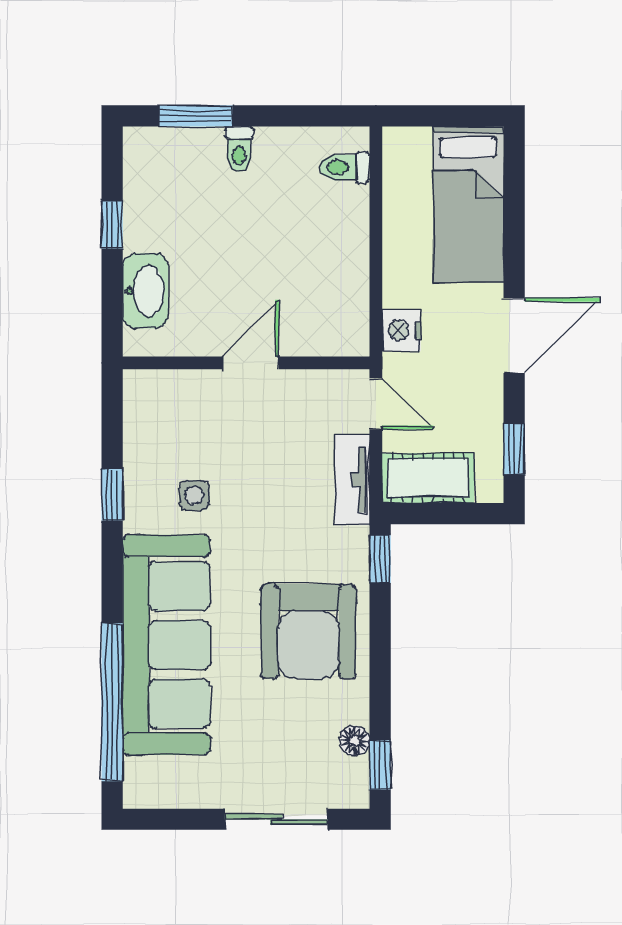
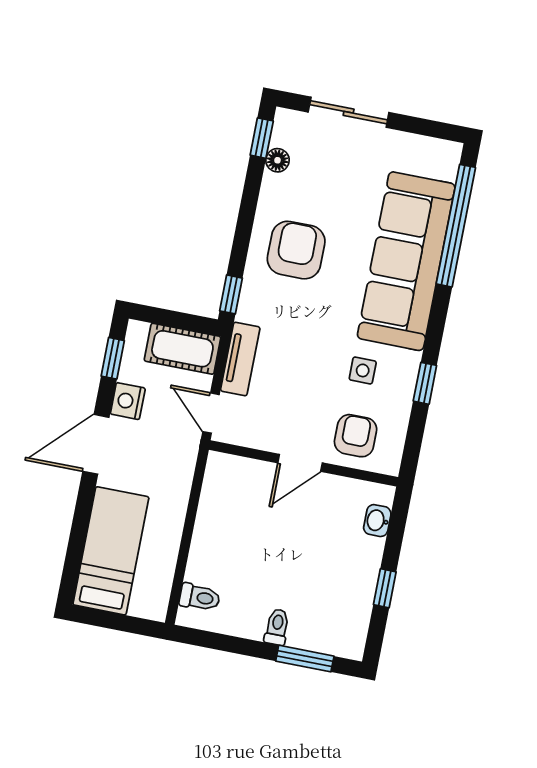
washbasin: (145, 291) -> (377, 521), width x0.52, depth x0.69
nightstand: (401, 330) -> (128, 401), moved, turned 180
armchair: (187, 411) -> (356, 436), added
armchair: (309, 632) -> (296, 250), width x0.73, depth x0.73

